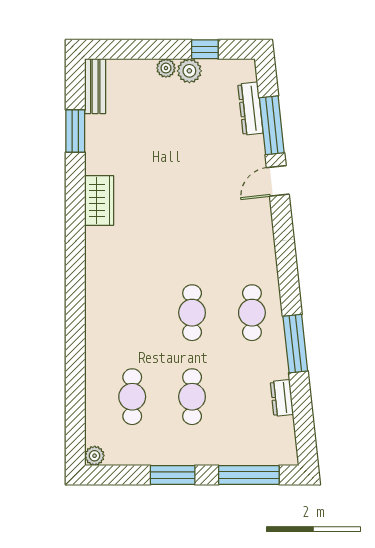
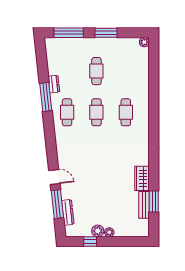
bench: (95, 86) -> (144, 205), moved
door: (278, 181) -> (54, 177), hinge flipped
wardrobe: (99, 200) -> (142, 178), moved
cafe table: (132, 397) -> (126, 112), moved
dresser: (282, 398) -> (54, 84), moved

